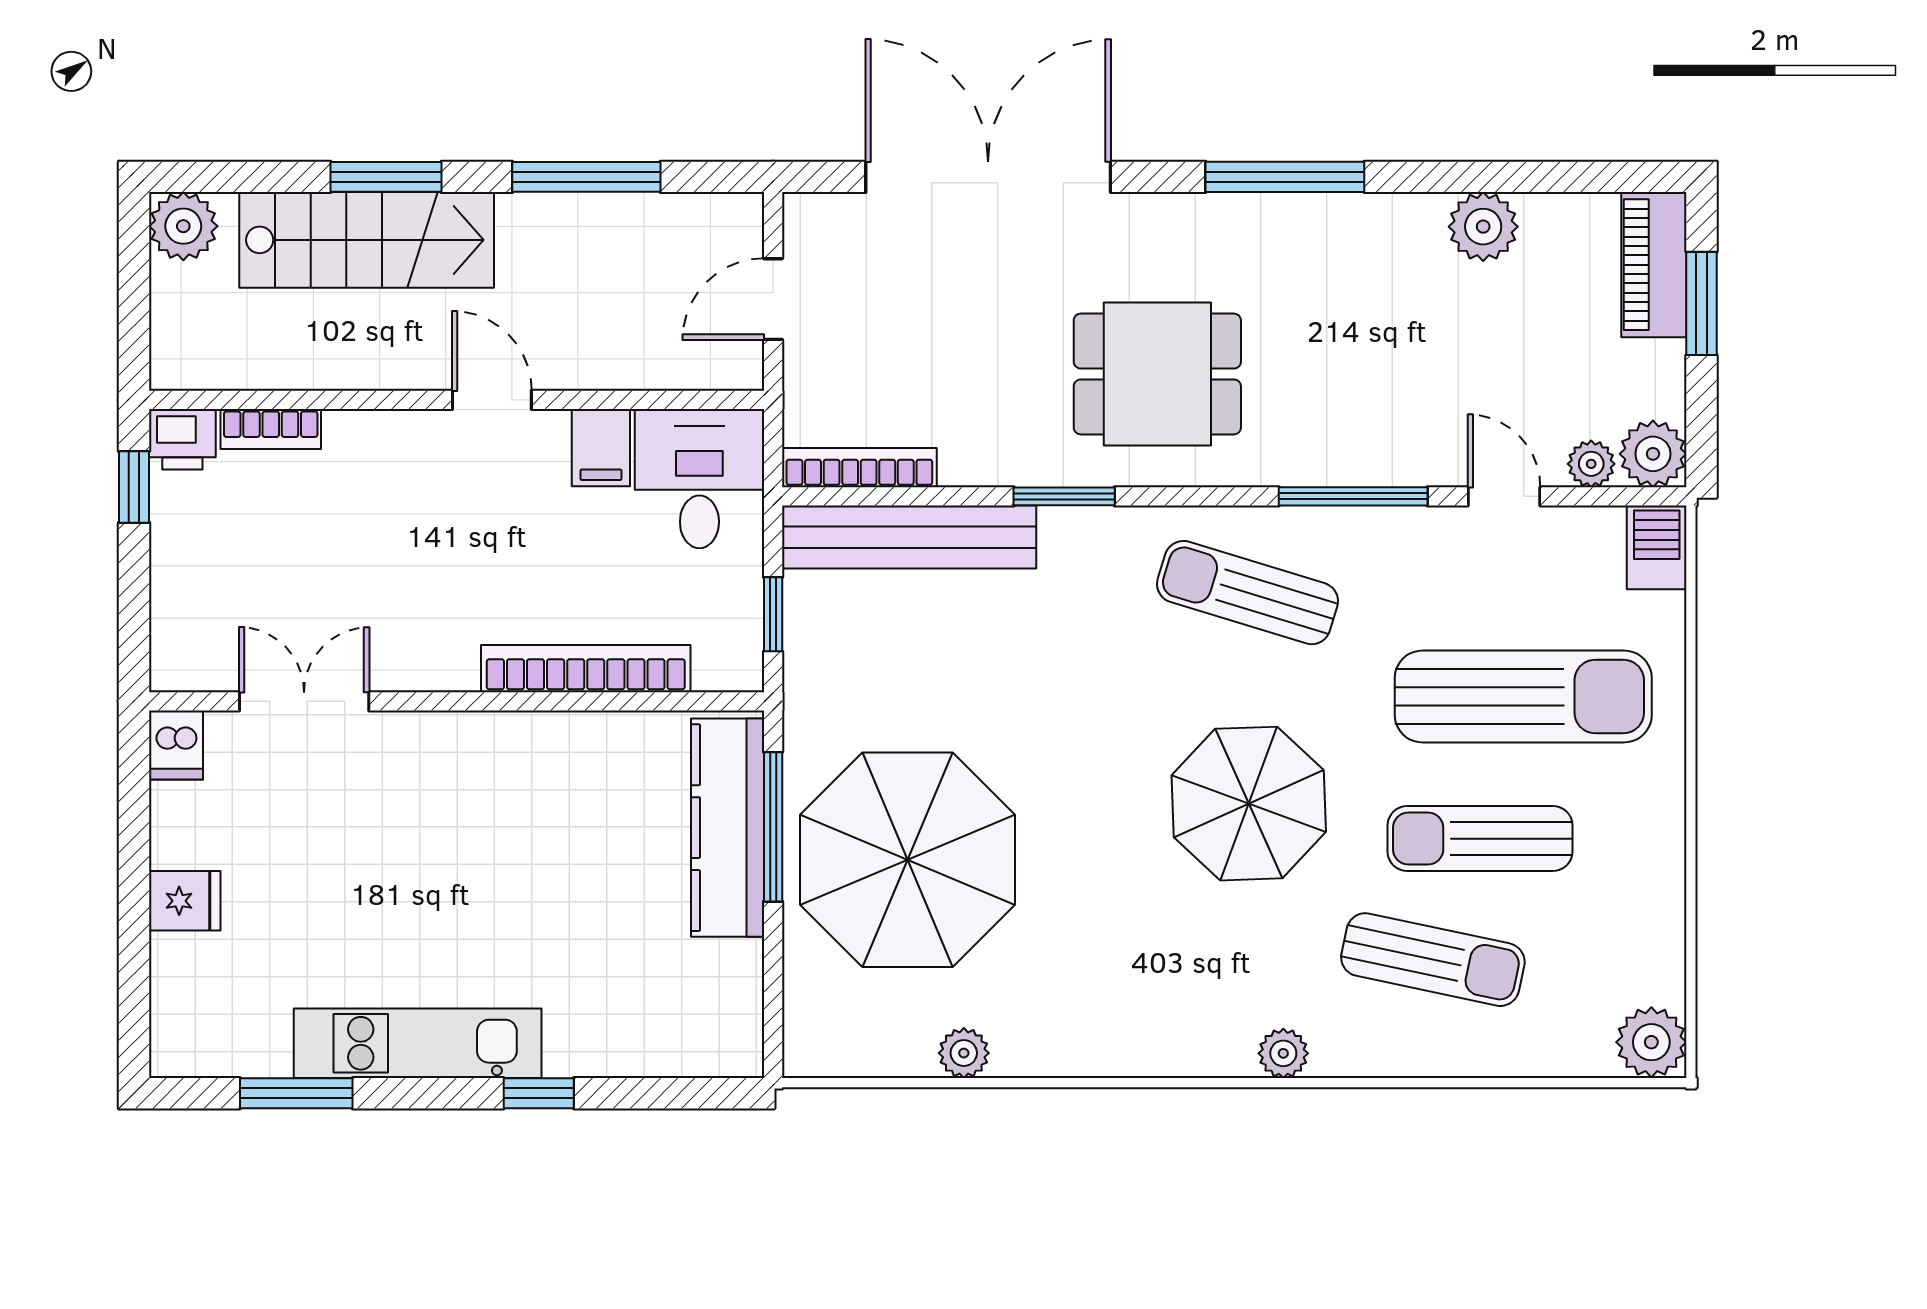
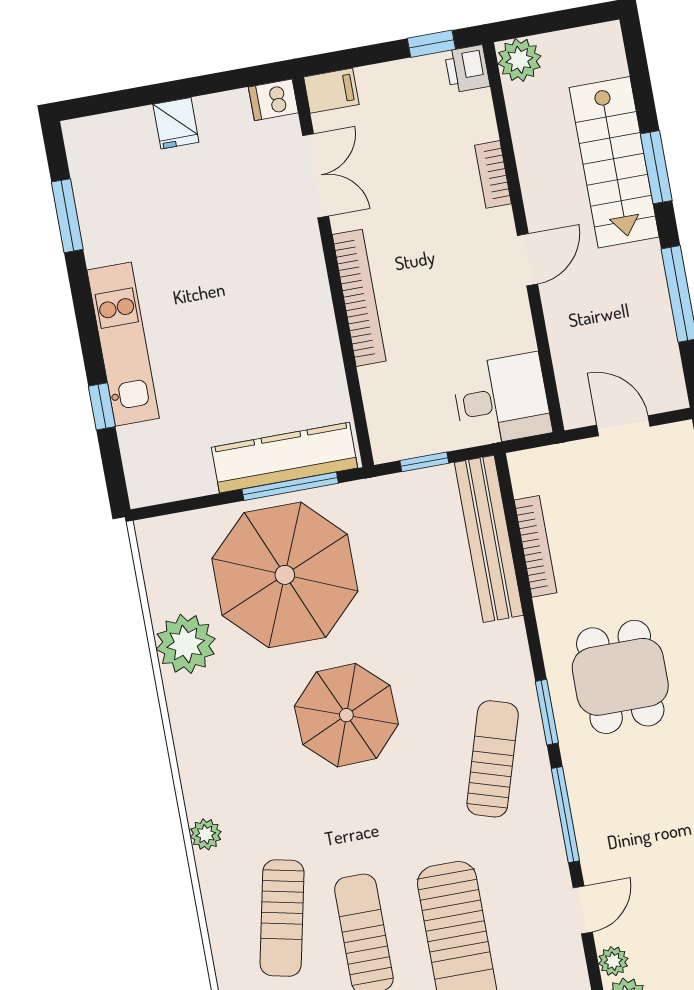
plant: (183, 226) -> (519, 60), moved
bookcase: (271, 429) -> (493, 174), moved
filing cabinet: (601, 448) -> (331, 91), moved, turned 180
bookcase: (859, 468) -> (535, 546), moved
window: (1064, 496) -> (547, 712), moved
bookcase: (586, 669) -> (359, 298), moved
parasol: (1249, 804) -> (346, 715), moved
kitchen unit: (418, 1043) -> (123, 344), moved
plant: (964, 1053) -> (186, 644), width x1.88, depth x1.88
window: (539, 1093) -> (102, 406), moved

